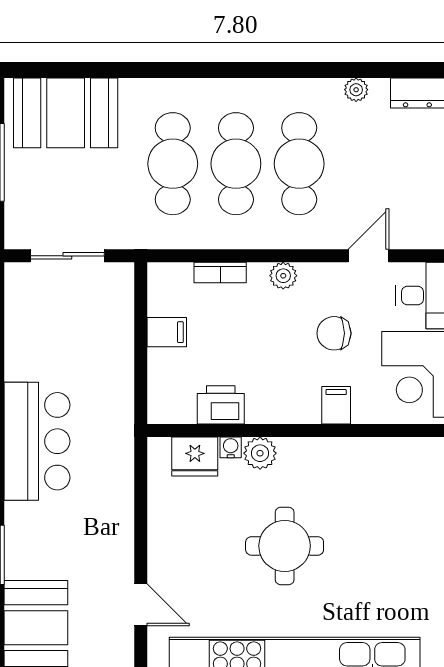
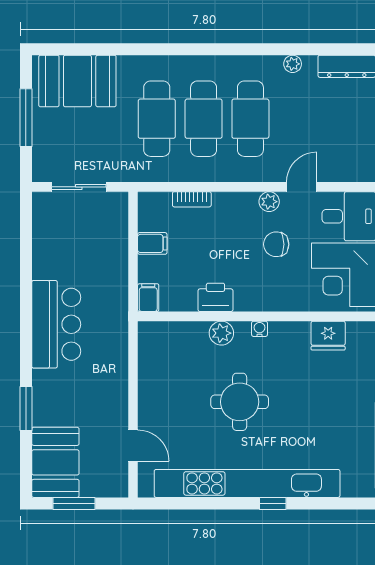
plant: (283, 276) -> (269, 202), moved
printer: (221, 405) -> (215, 297), moved
filing cabinet: (336, 405) -> (148, 298), moved
water cooler: (231, 447) -> (260, 329), moved
fridge: (195, 457) -> (328, 336), moved

